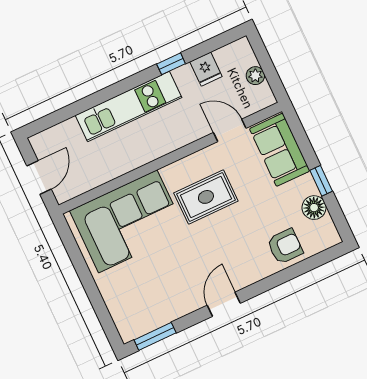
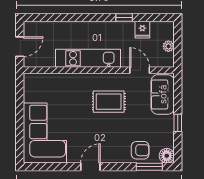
kitchen unit: (128, 106) -> (88, 58), moved, turned 180
floor lamp: (314, 208) -> (167, 156), moved
corner sofa: (128, 221) -> (45, 133), moved, turned -90
window: (155, 336) -> (149, 167), moved

